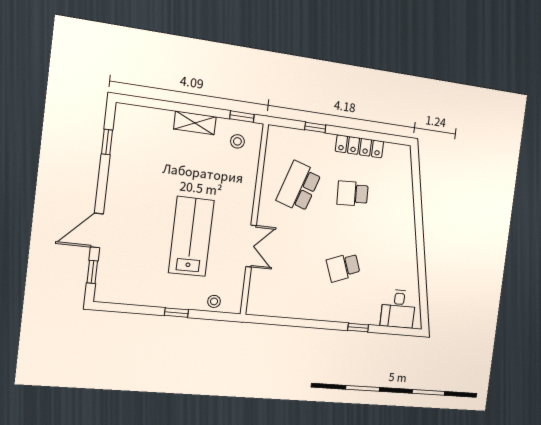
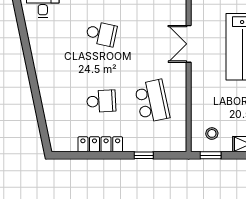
school desk: (299, 187) -> (152, 101), turned -30
school desk: (343, 267) -> (101, 34), turned 33

